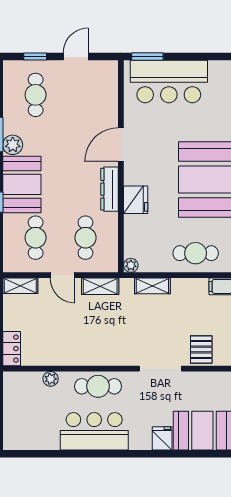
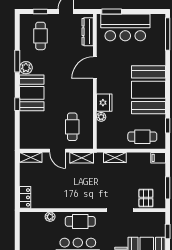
dresser: (109, 189) -> (88, 32), moved
cafe table: (36, 238) -> (40, 127), removed
plant: (131, 265) -> (101, 117), moved

